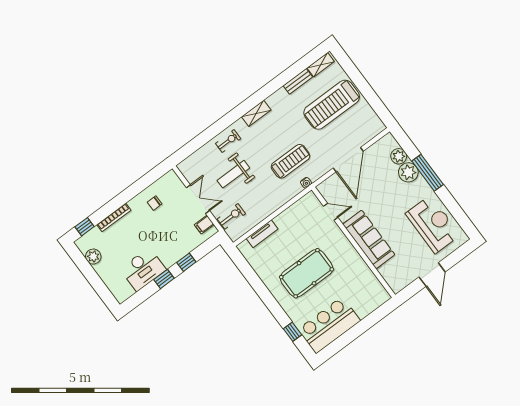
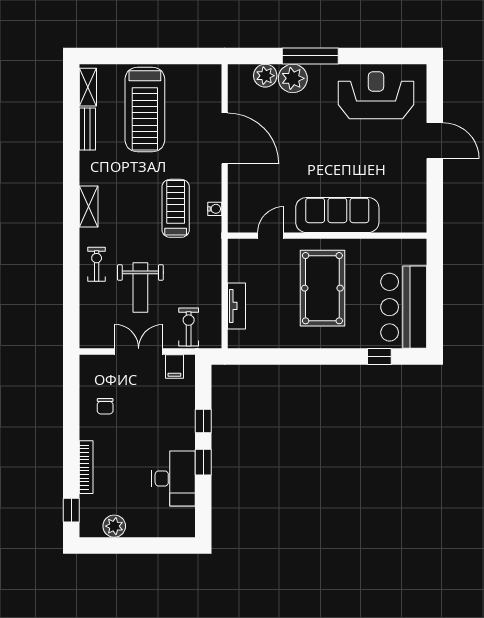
door: (331, 212) -> (271, 236), moved
sofa: (369, 239) -> (337, 215), moved
wall: (353, 242) -> (327, 236), moved

